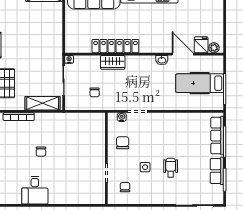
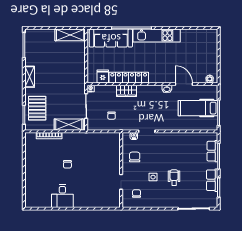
fridge: (201, 45) -> (103, 77), moved
row of seats: (217, 136) -> (212, 151), width x0.68

